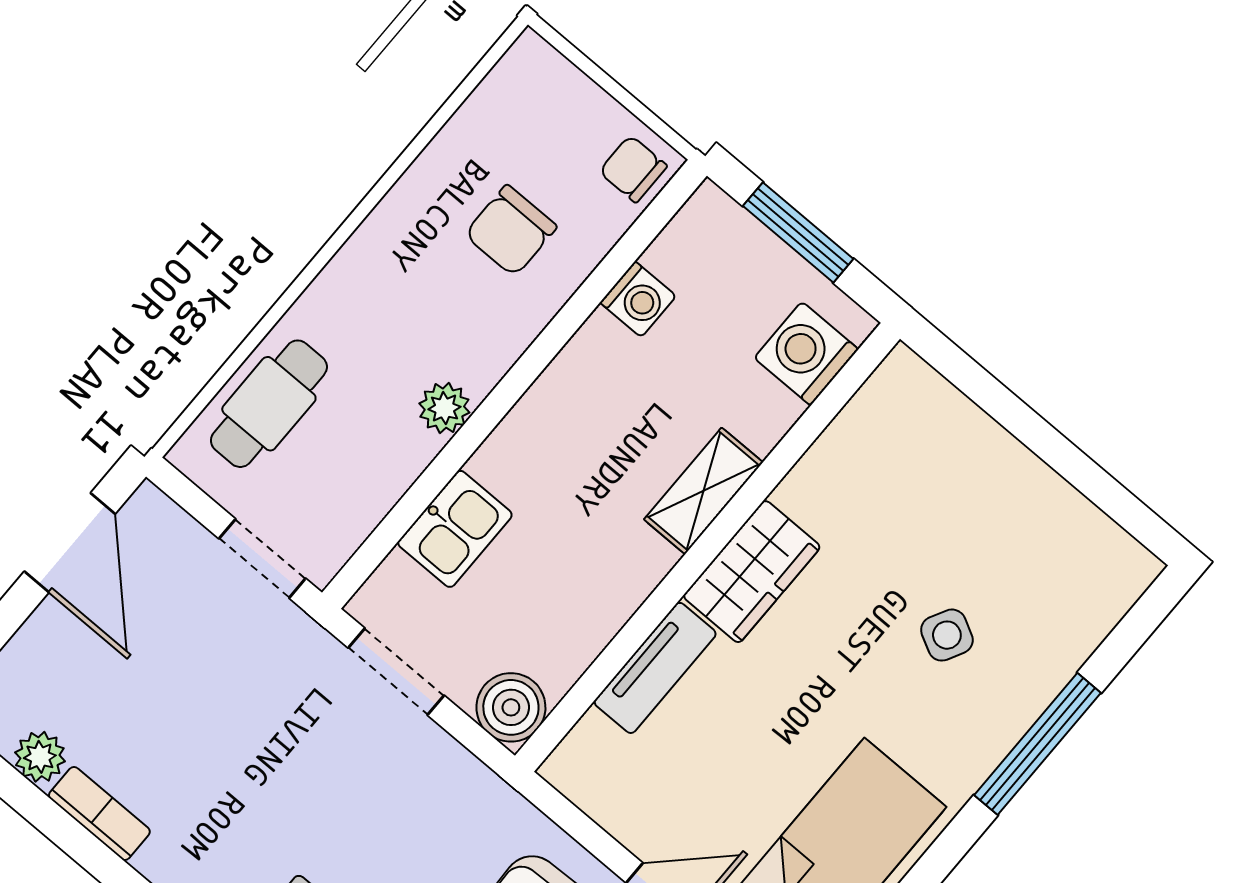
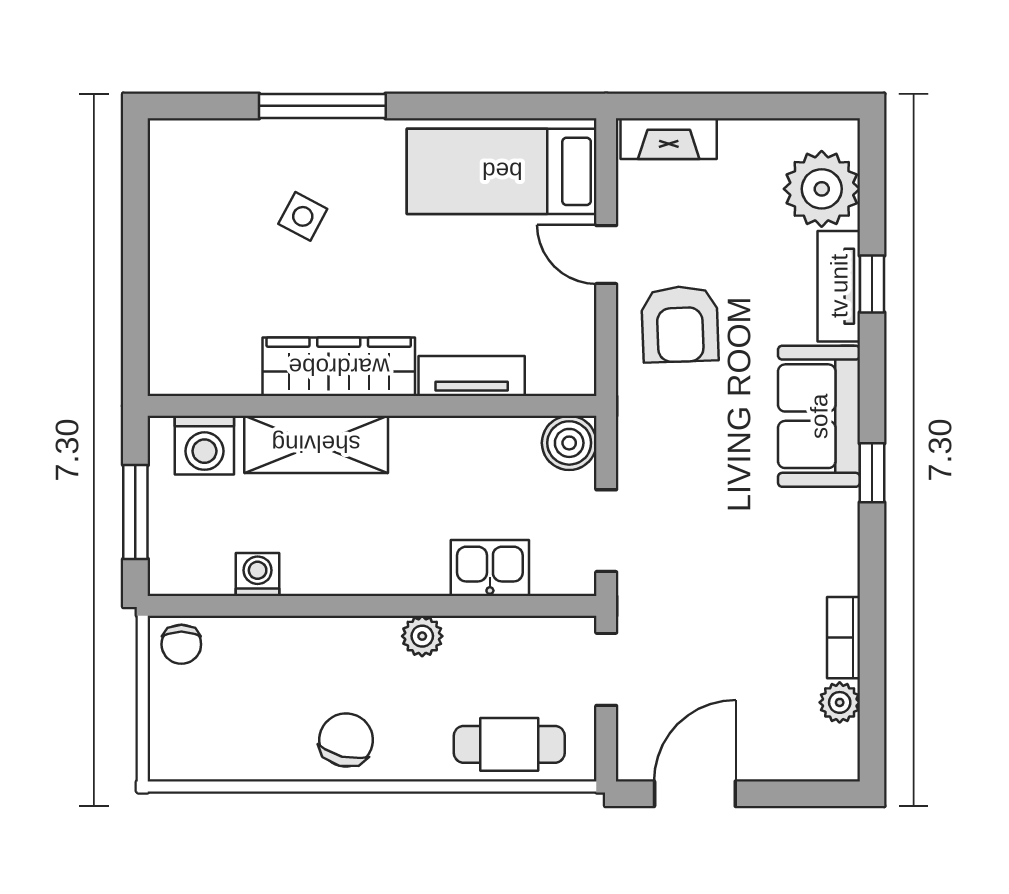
chair: (511, 231) -> (346, 740), moved, turned -76
shelving: (703, 491) -> (316, 444), width x1.50, depth x1.33
wardrobe: (752, 572) -> (339, 367), width x1.50

